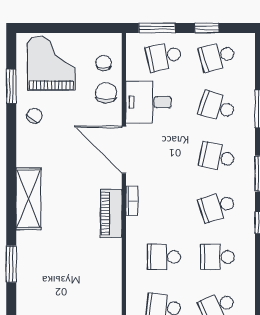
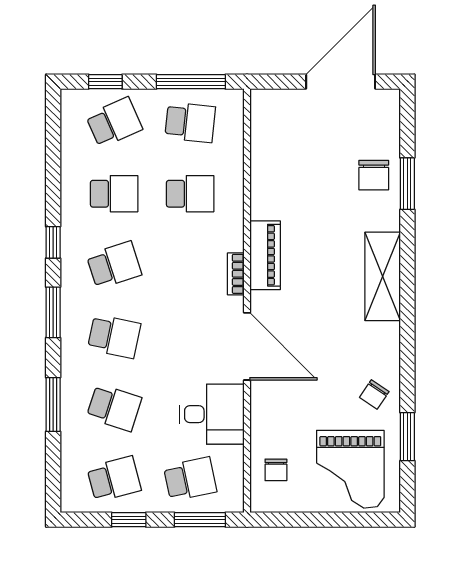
chair: (106, 93) -> (374, 175), moved

